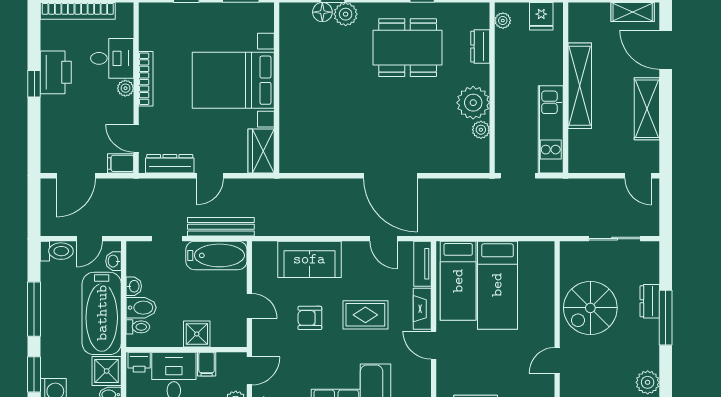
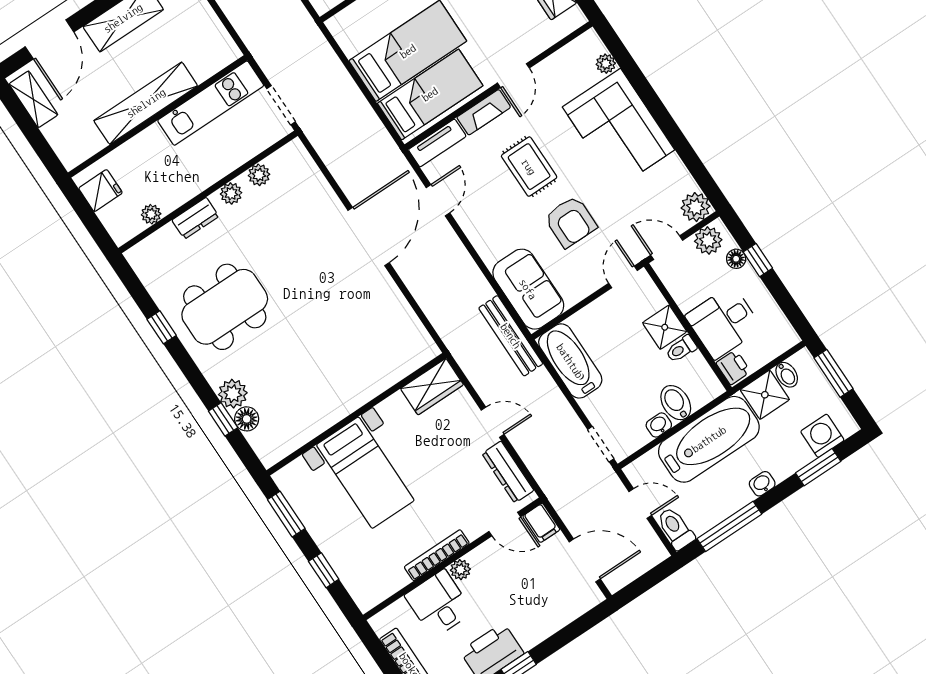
plant: (503, 21) -> (151, 214), moved
dresser: (480, 47) -> (195, 218), moved
dining table: (408, 48) -> (225, 307), turned 90
bed with nightstands: (233, 80) -> (365, 473), width x0.73
plant: (473, 103) -> (231, 193), width x0.53, depth x0.53
door: (136, 138) -> (505, 524), hinge flipped
bench: (221, 227) -> (511, 336), moved
doorway: (167, 239) -> (601, 444), moved
sofa: (309, 259) -> (528, 289), moved
washbasin: (113, 261) -> (762, 484), moved, turned 180
door: (249, 306) -> (623, 277), moved
window: (34, 309) -> (729, 526), moved
armchair: (310, 318) -> (571, 222), width x1.38, depth x1.38
toilet: (138, 327) -> (681, 349), moved, turned -90
filing cabinet: (207, 364) -> (689, 296), removed

